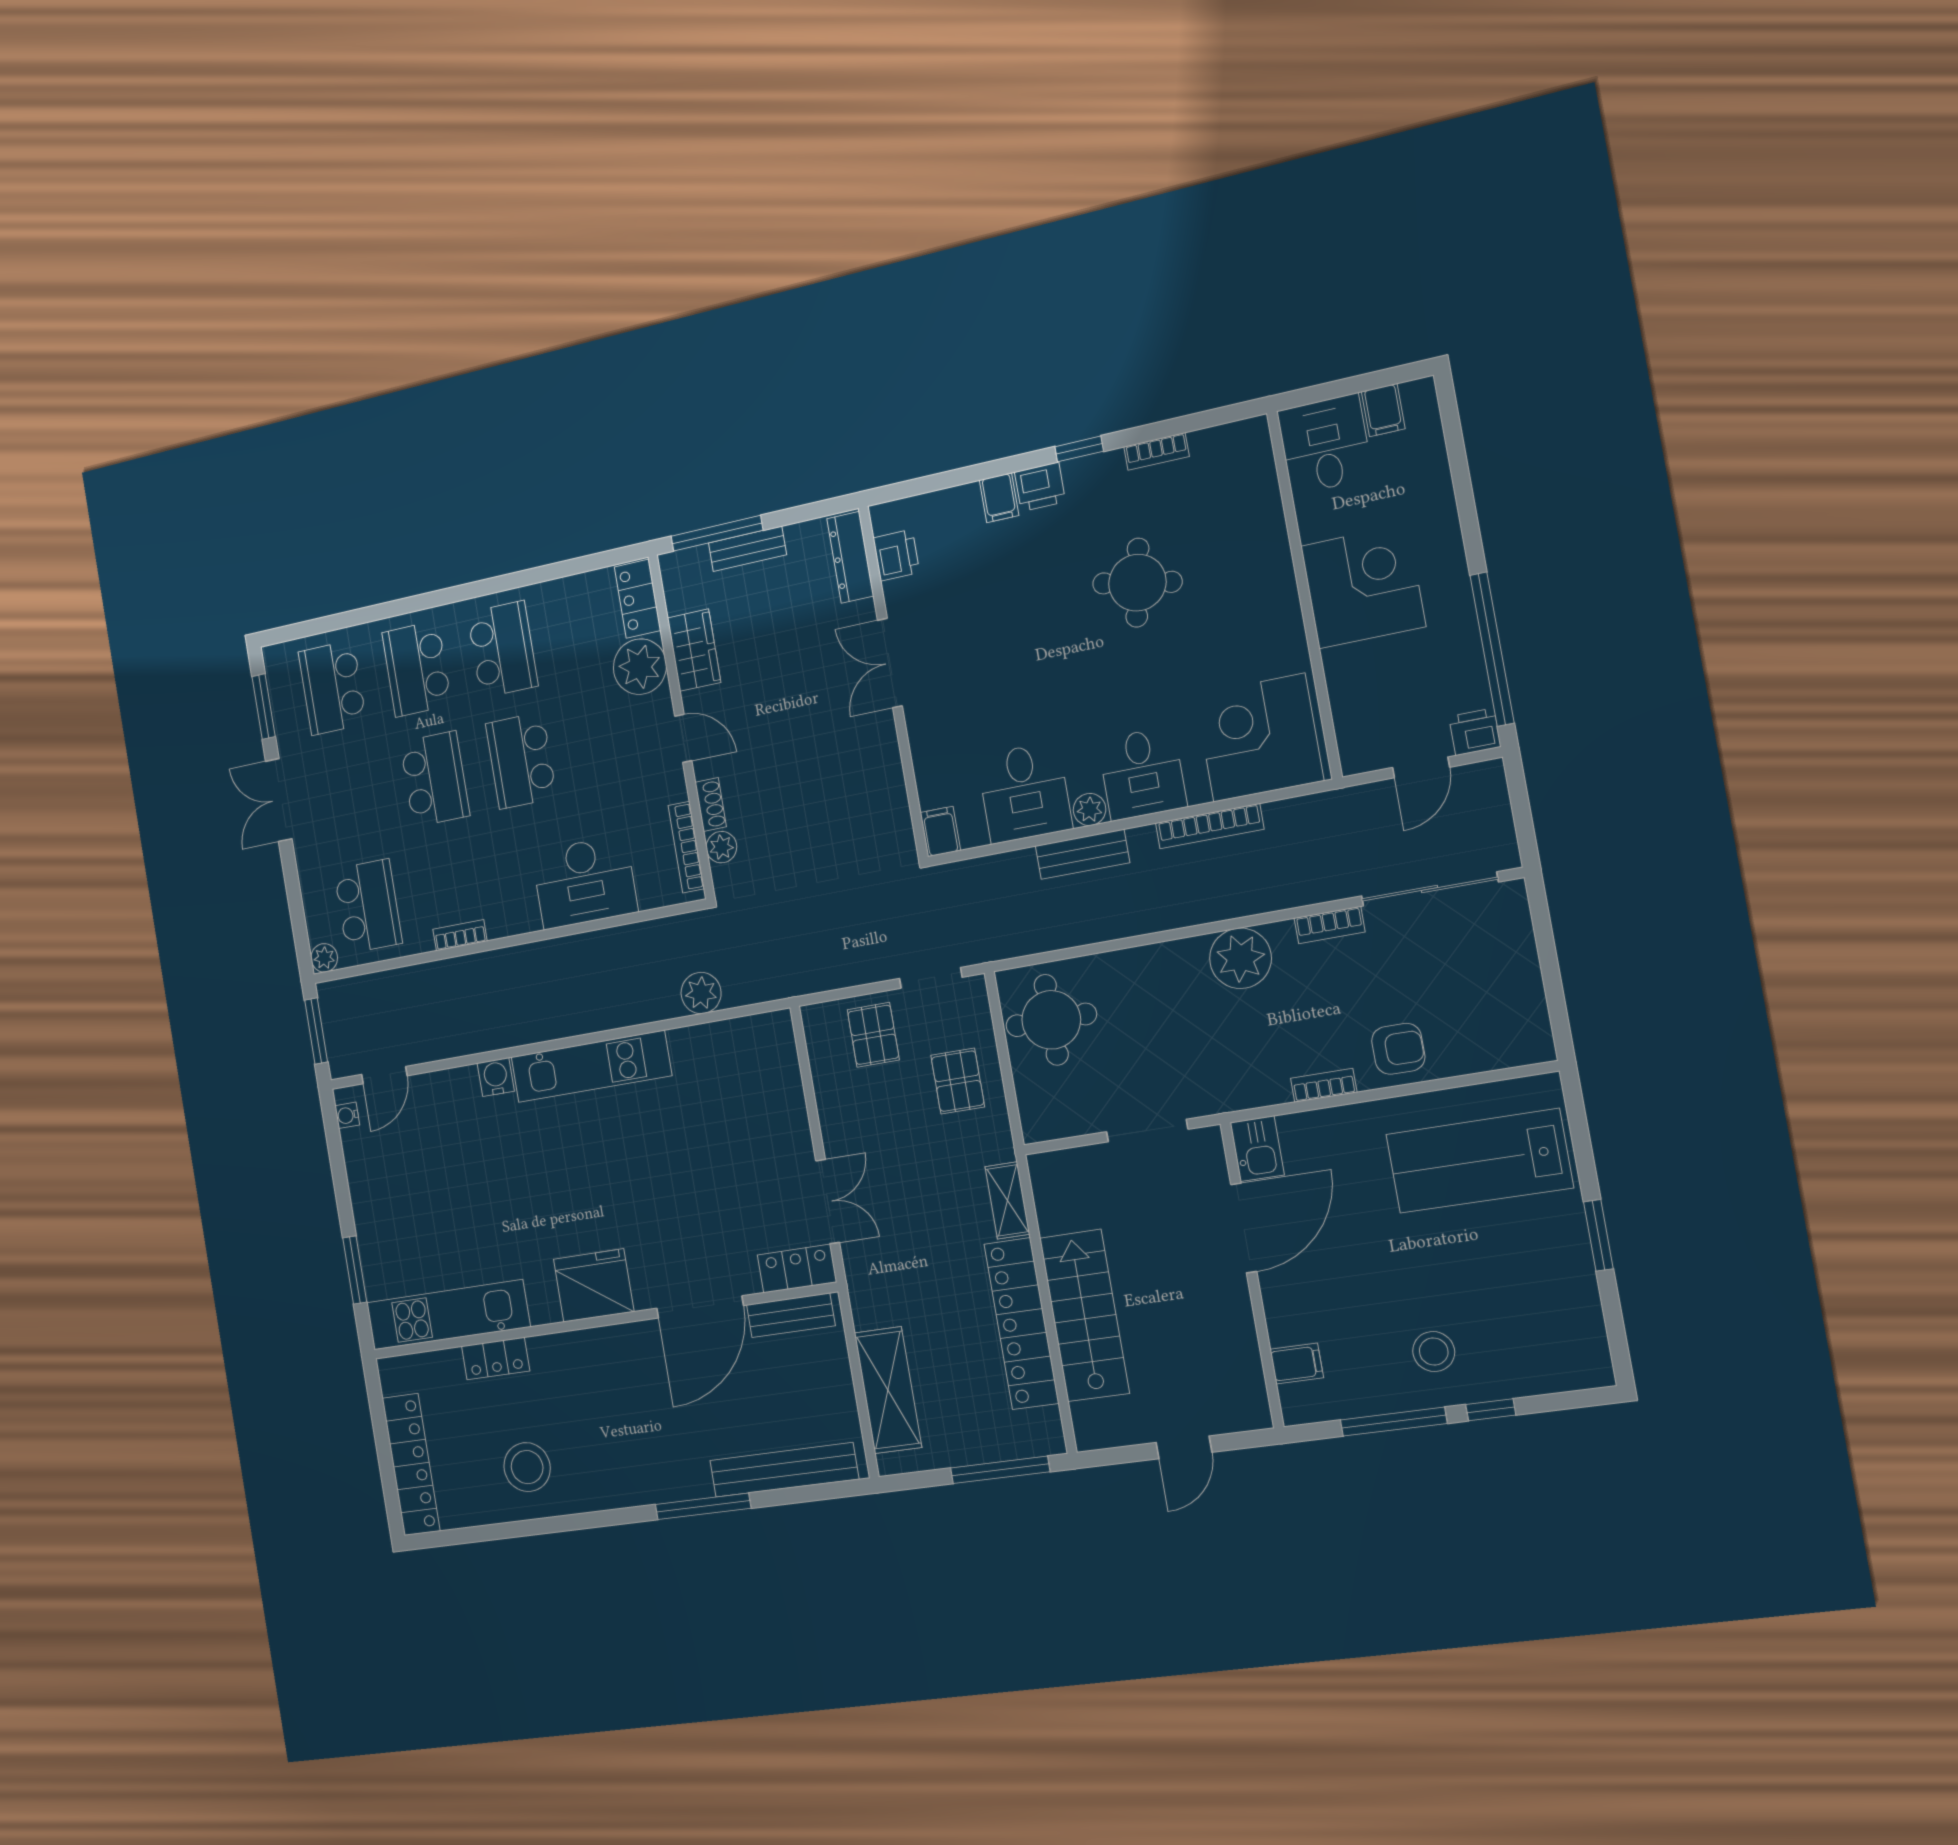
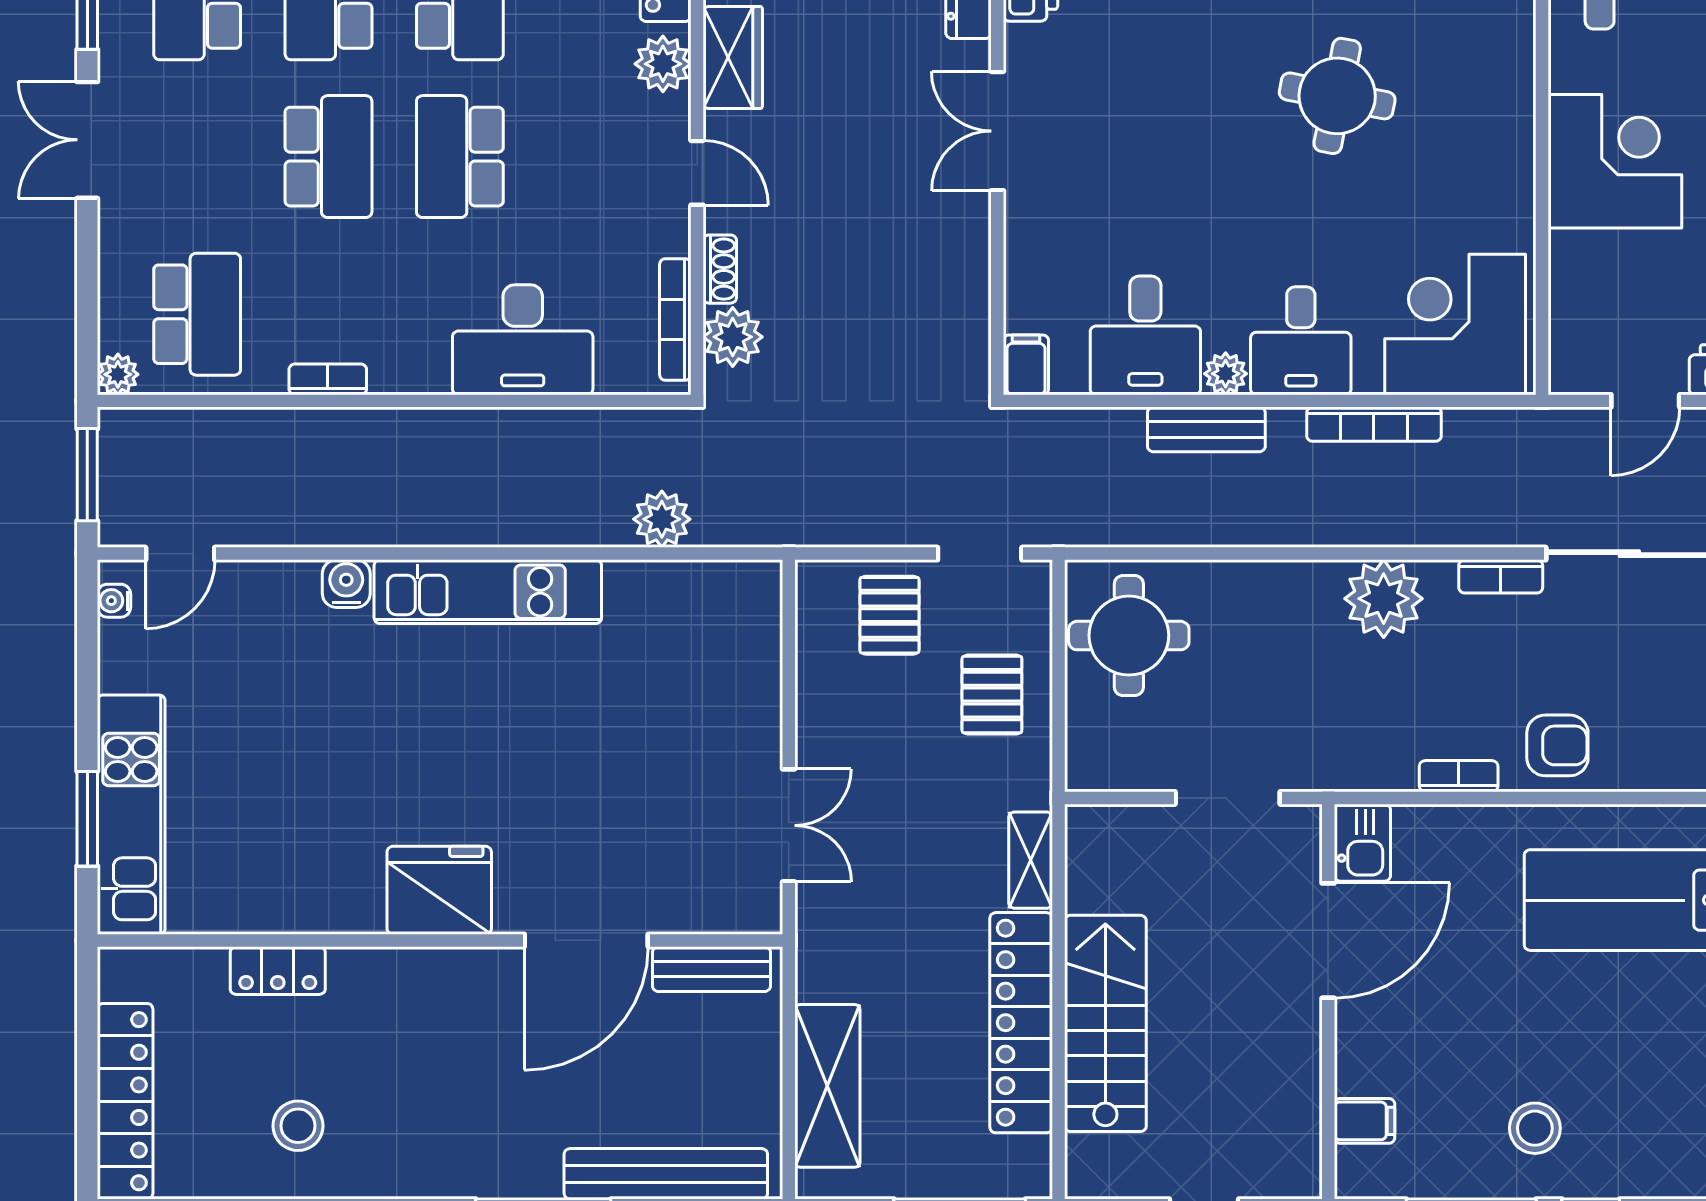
plant: (640, 667) -> (663, 64), width x0.73, depth x0.73
plant: (721, 847) -> (733, 337), width x1.38, depth x1.38
locker: (797, 1269) -> (731, 908), removed
kitchen unit: (448, 1315) -> (131, 815), moved, turned 90
stool: (527, 1467) -> (298, 1126), width x0.73, depth x0.73

